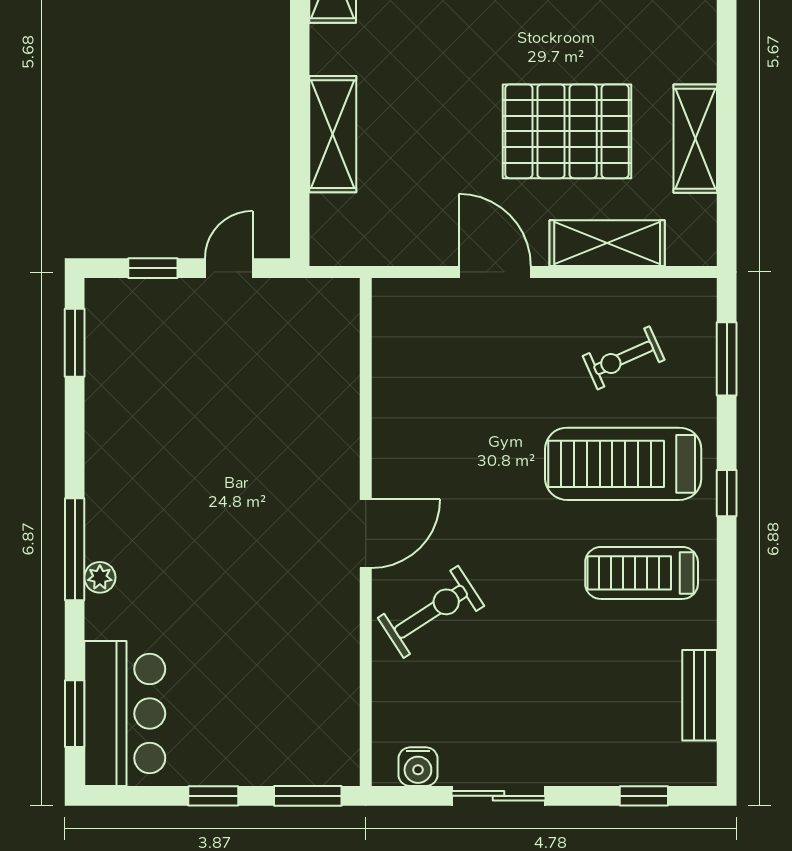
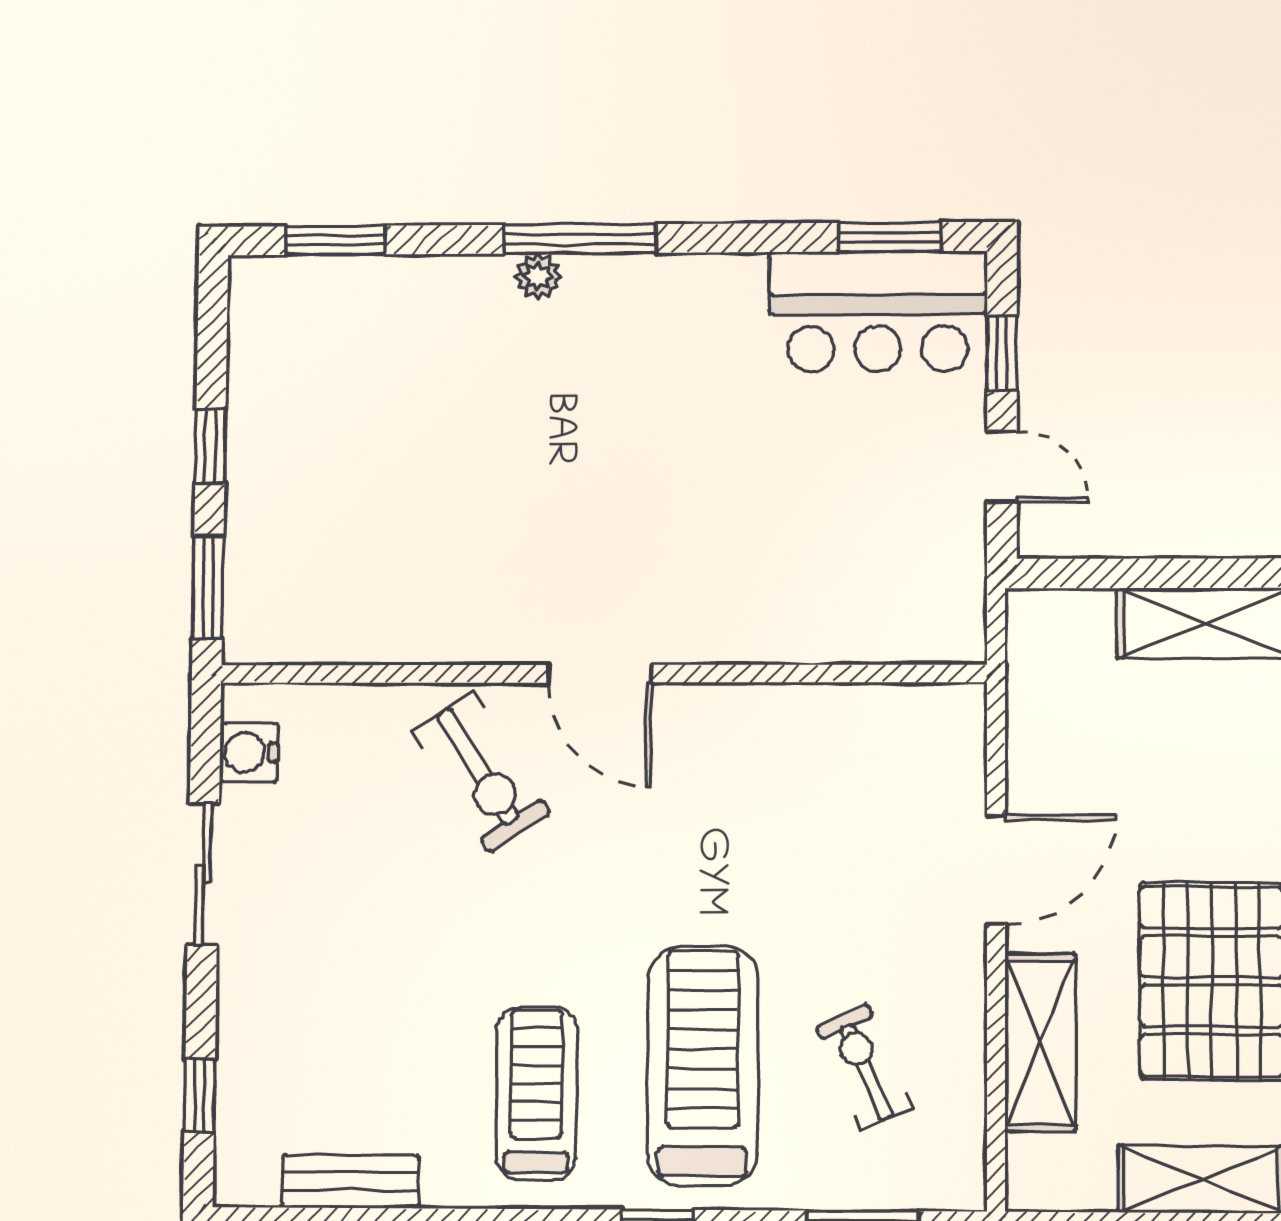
bar counter: (125, 714) -> (878, 312), moved

